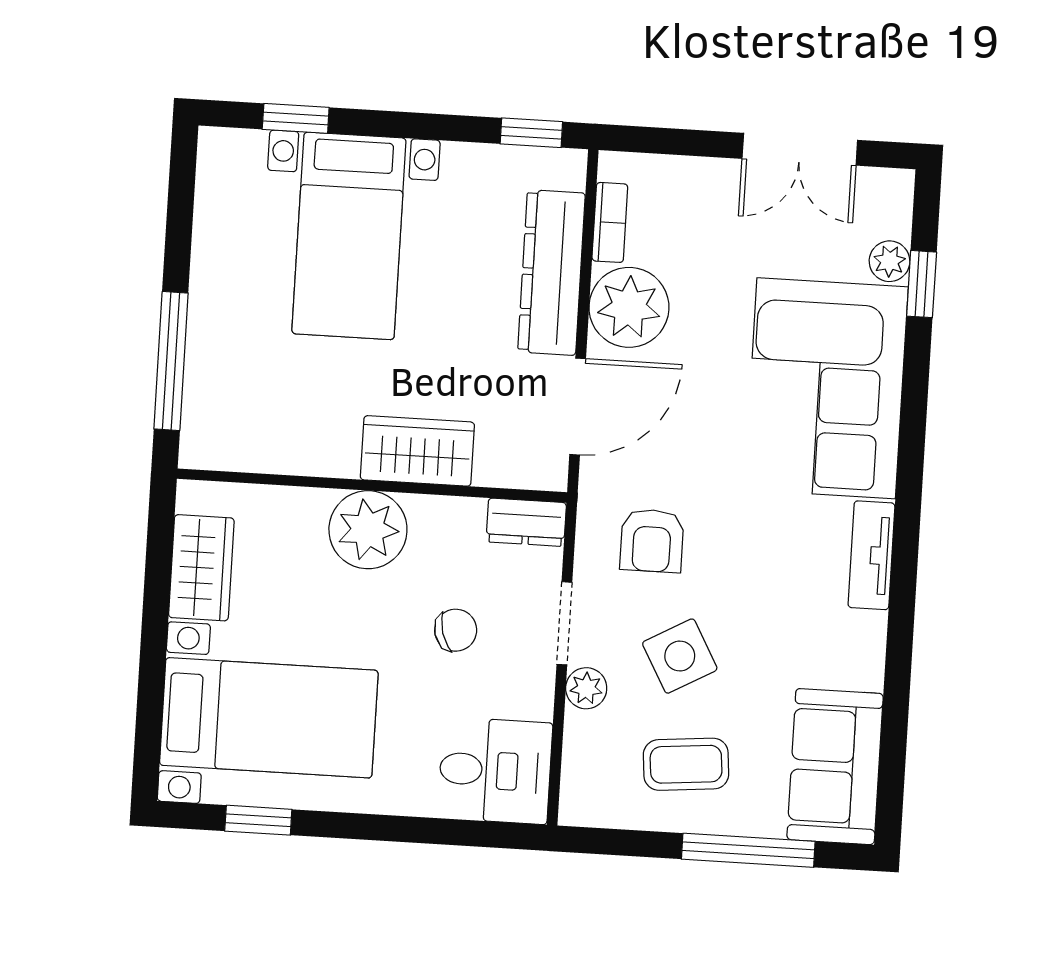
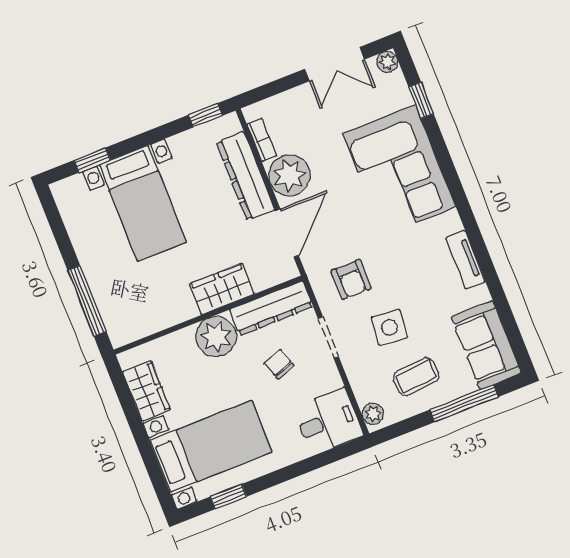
plant: (890, 261) -> (387, 62), moved
dresser: (526, 522) -> (271, 308), width x1.96, depth x1.24
tv unit: (871, 555) -> (466, 260), moved
chair: (456, 630) -> (279, 364), turned -93
side table: (680, 656) -> (389, 327), turned 35
plant: (586, 688) -> (373, 414), moved

